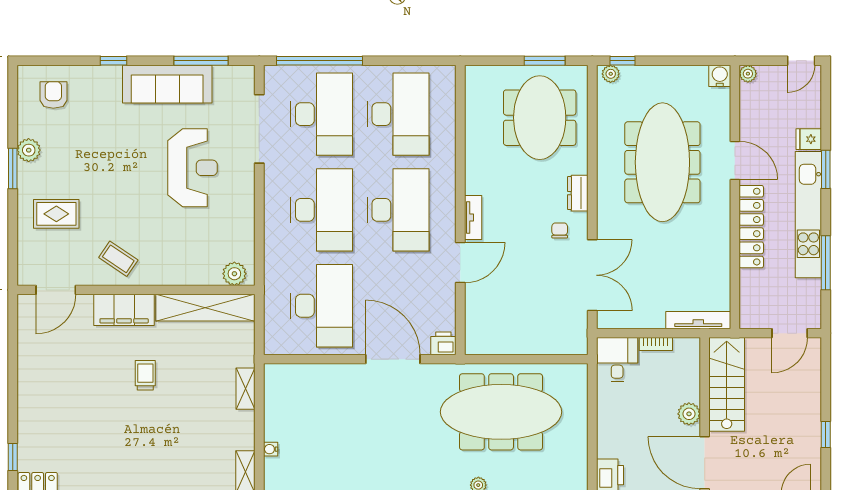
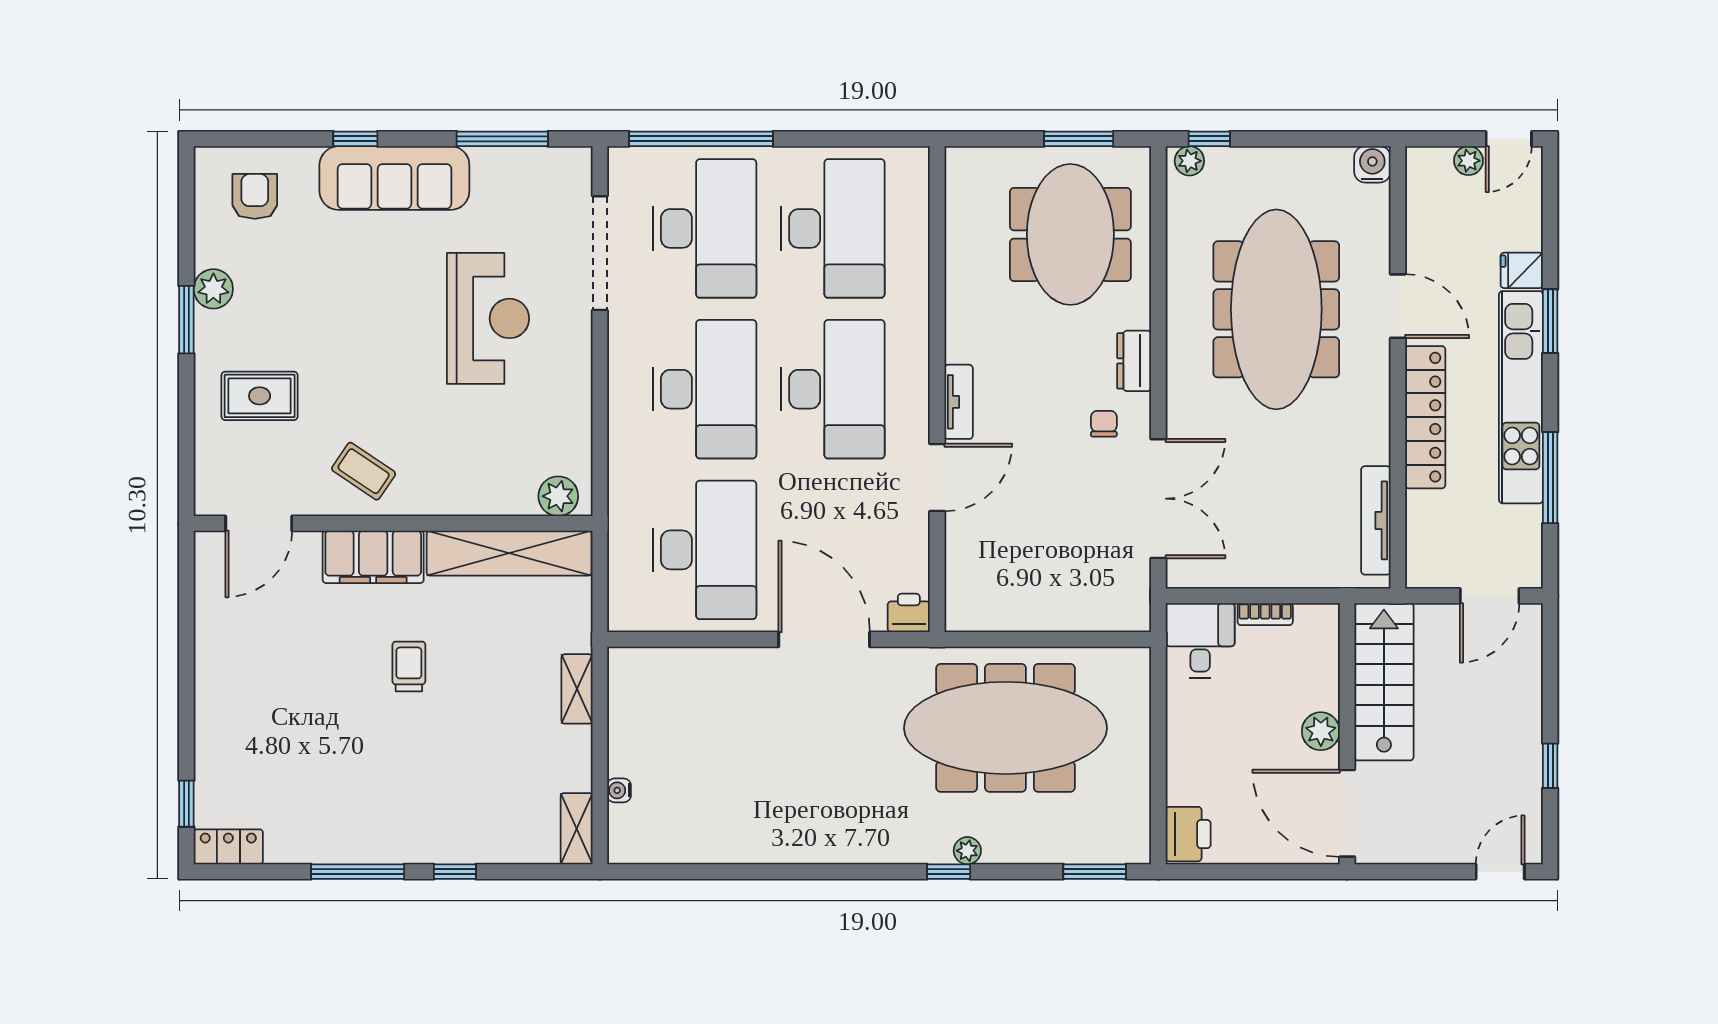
plant: (748, 74) -> (1468, 161), moved
sofa: (167, 84) -> (394, 178), moved
tv unit: (698, 320) -> (1376, 520), moved, turned -90

